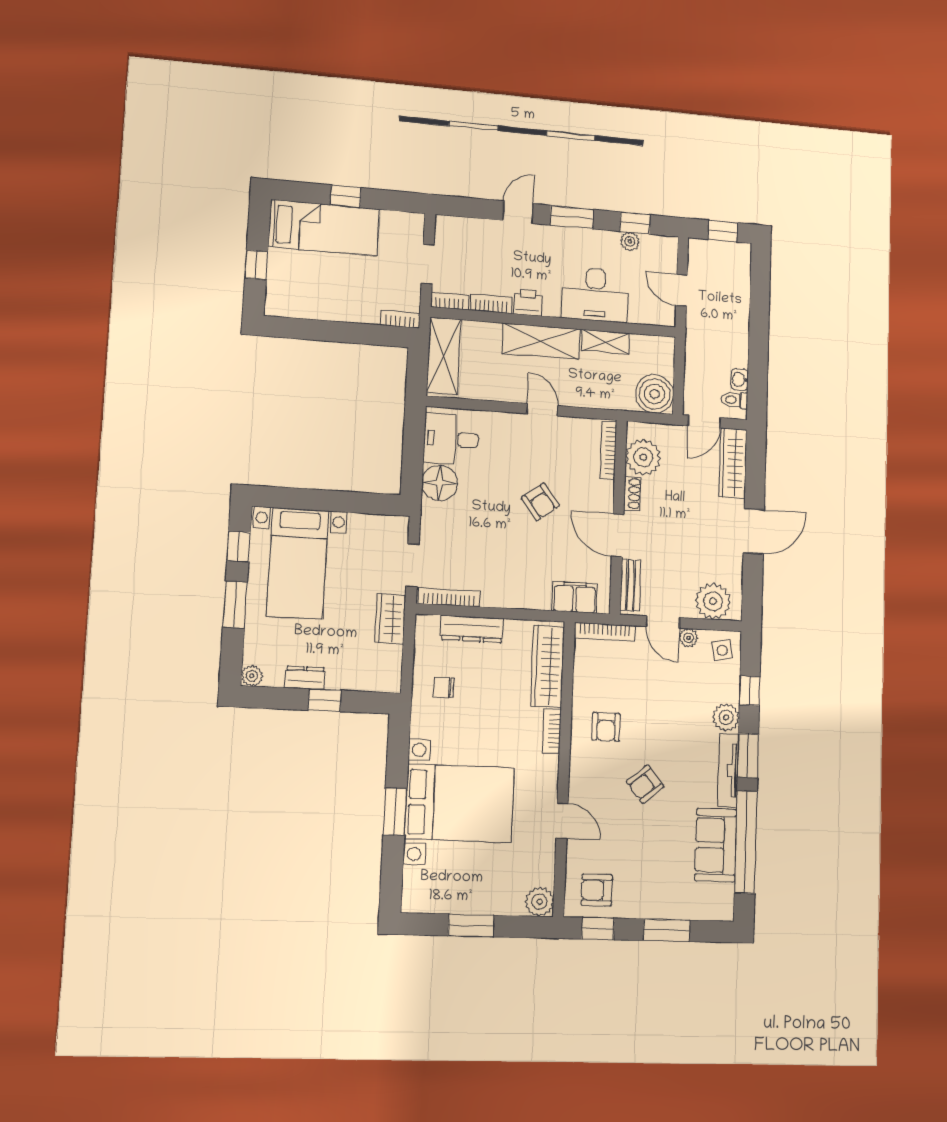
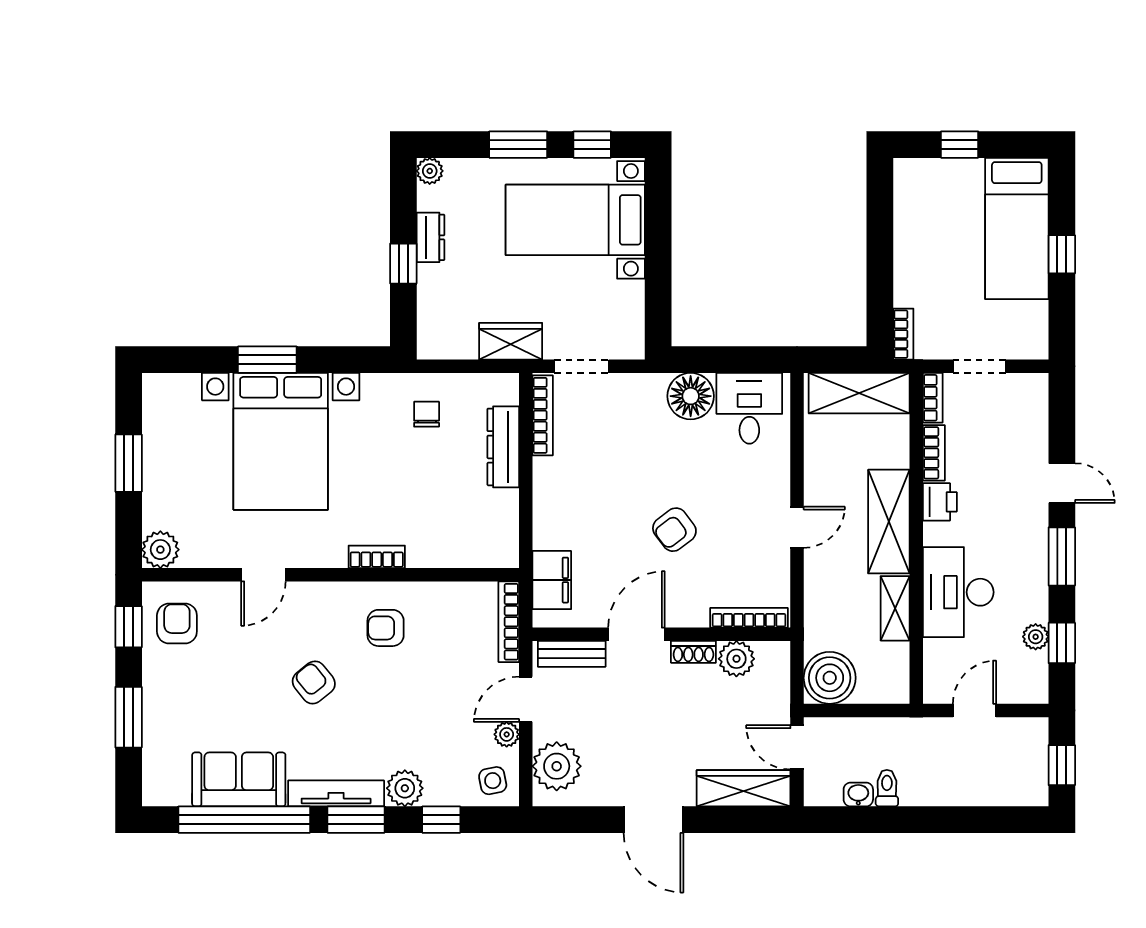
toilet: (734, 400) -> (887, 788), moved
plant: (643, 457) -> (736, 659), width x0.73, depth x0.73
wardrobe: (548, 666) -> (460, 548), removed

